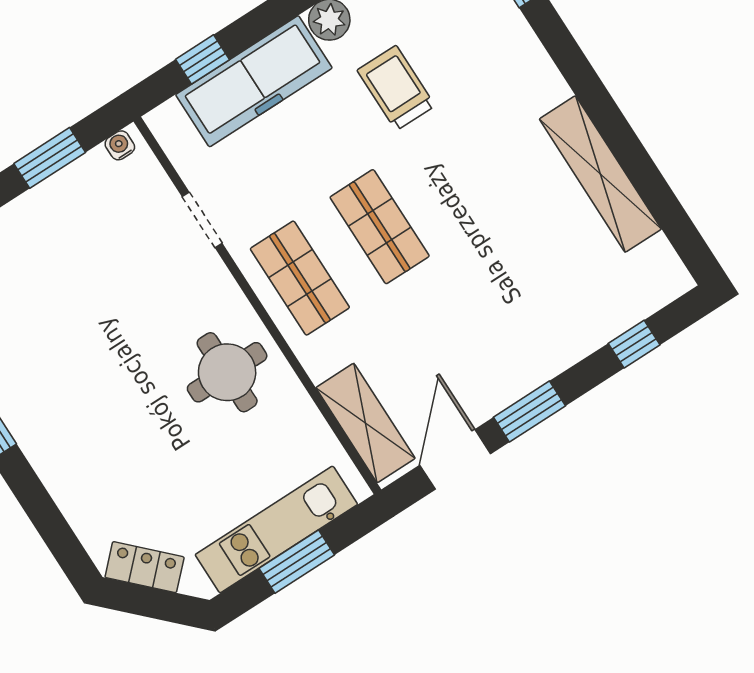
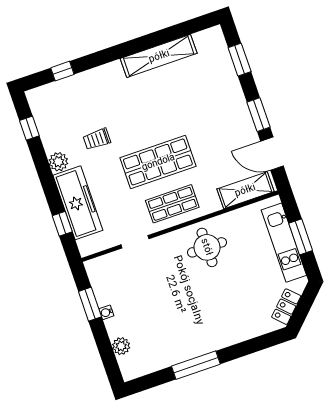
trolley: (396, 88) -> (97, 139), width x0.73, depth x0.72
water cooler: (120, 145) -> (106, 312), moved
shop shelf: (380, 227) -> (158, 162), width x1.43, depth x1.36
window: (634, 344) -> (240, 60), width x1.50

